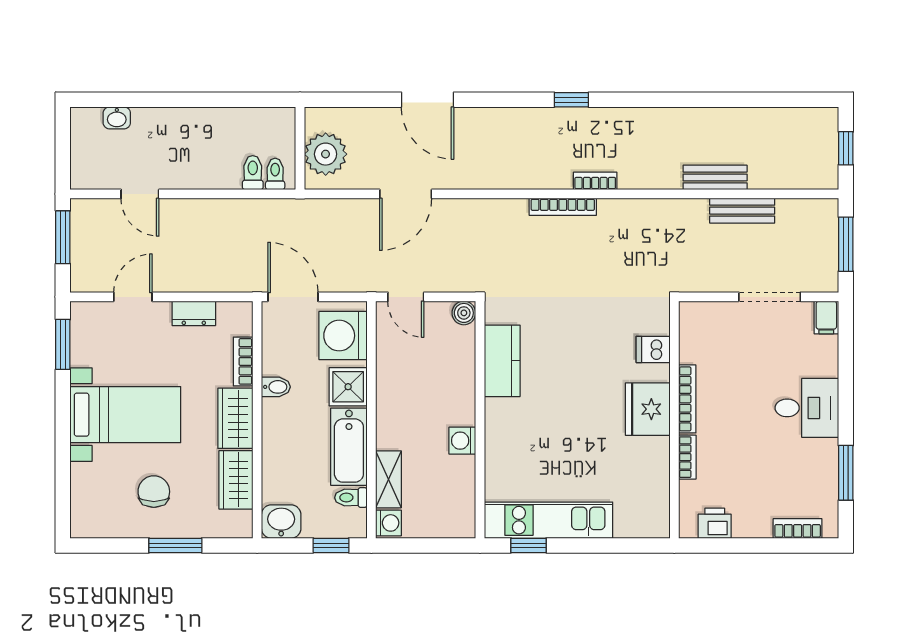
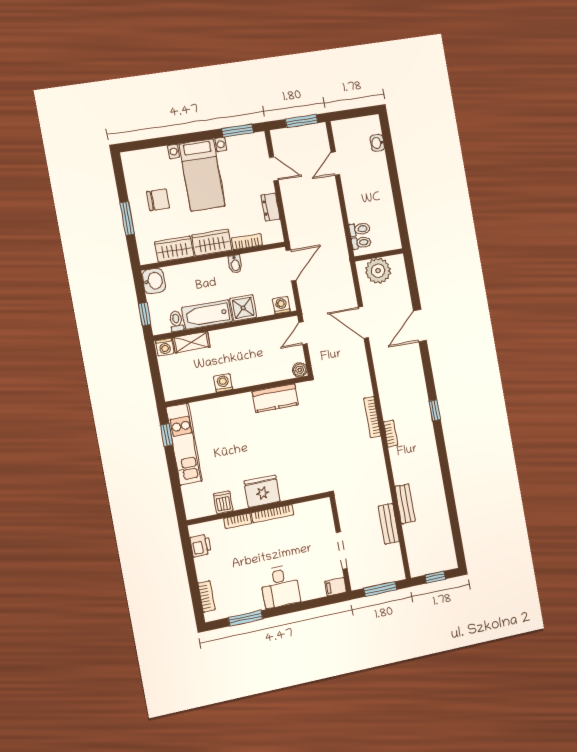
washing machine: (343, 336) -> (281, 305), width x0.53, depth x0.53
dishwasher: (653, 349) -> (223, 502), moved

